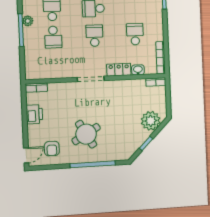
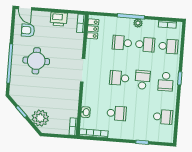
school desk: (94, 36) -> (119, 78), turned 180
locker: (119, 70) -> (93, 29), moved
round table: (86, 134) -> (36, 61), turned 30

